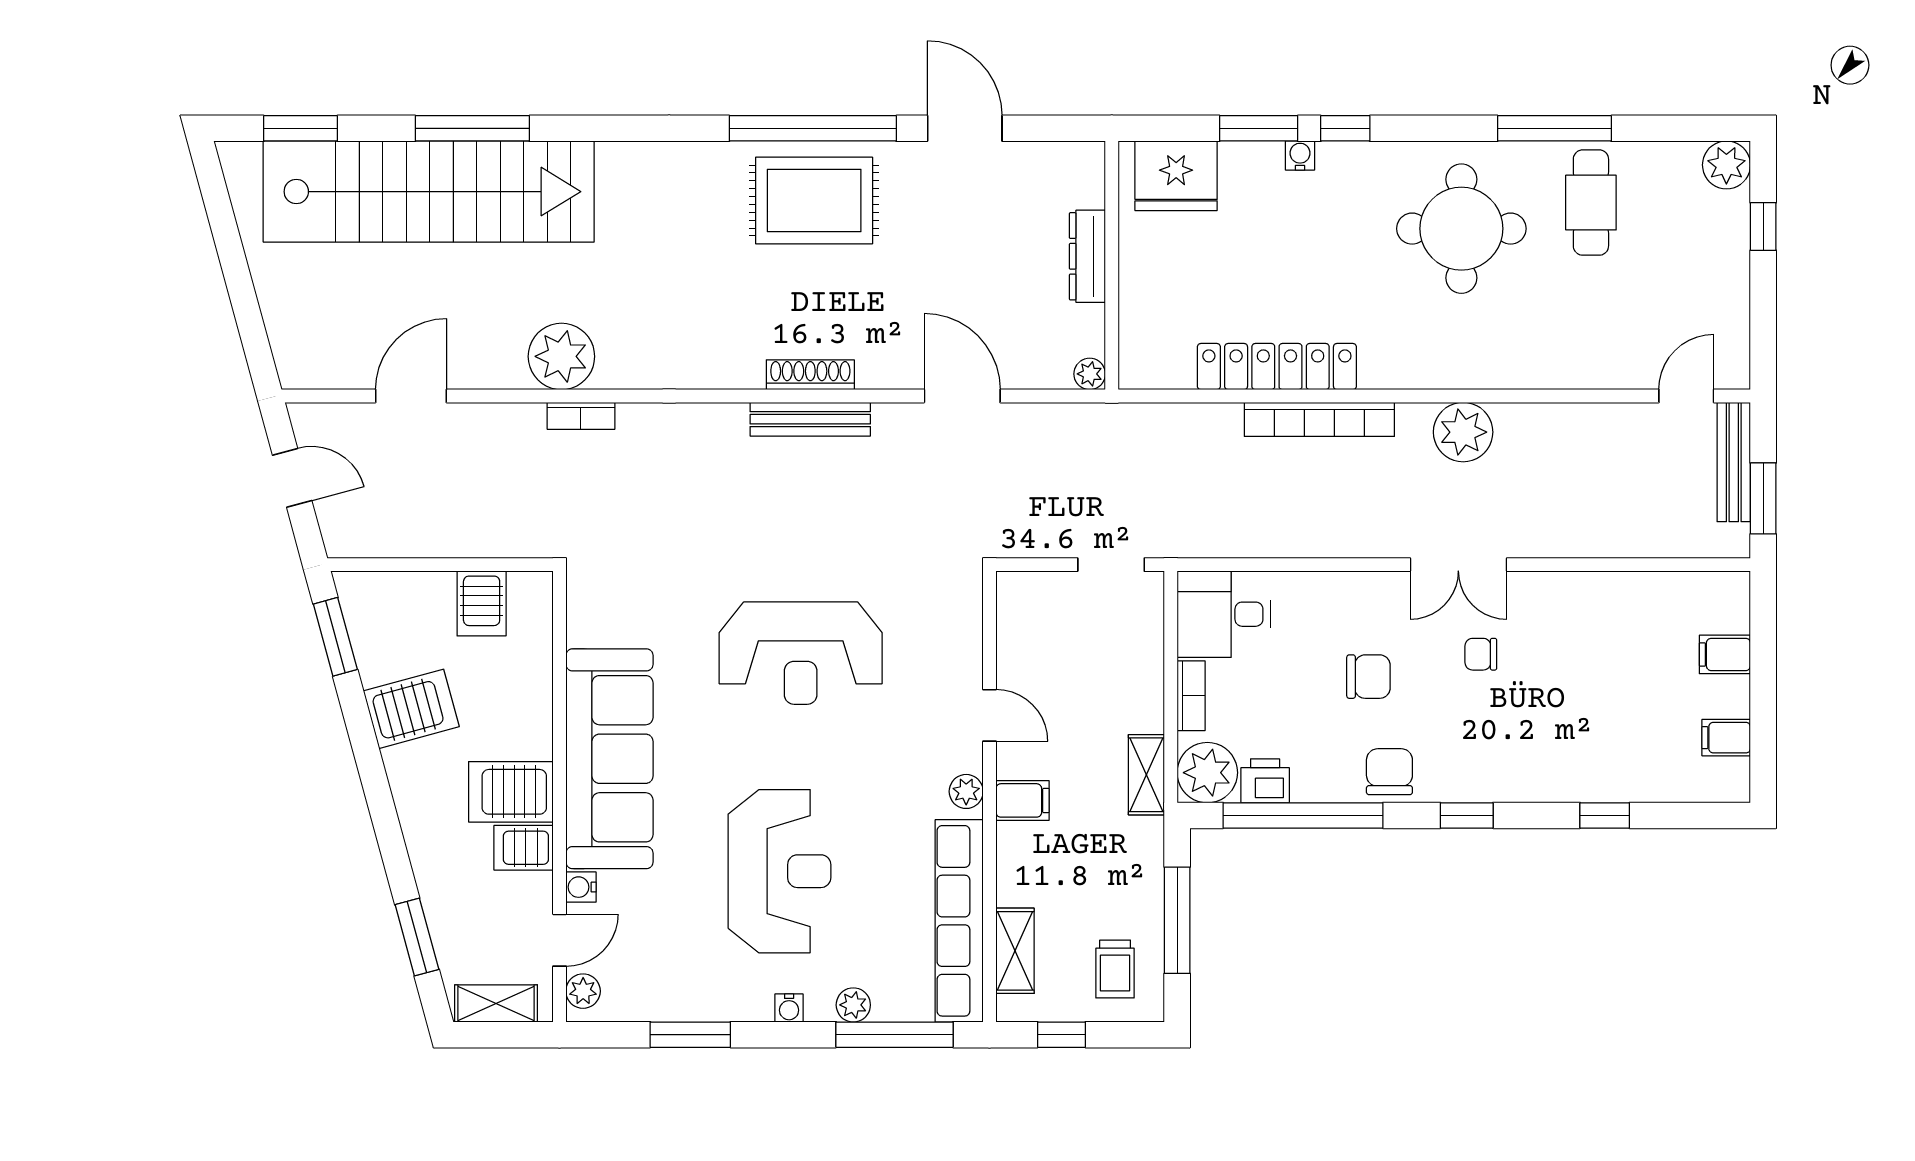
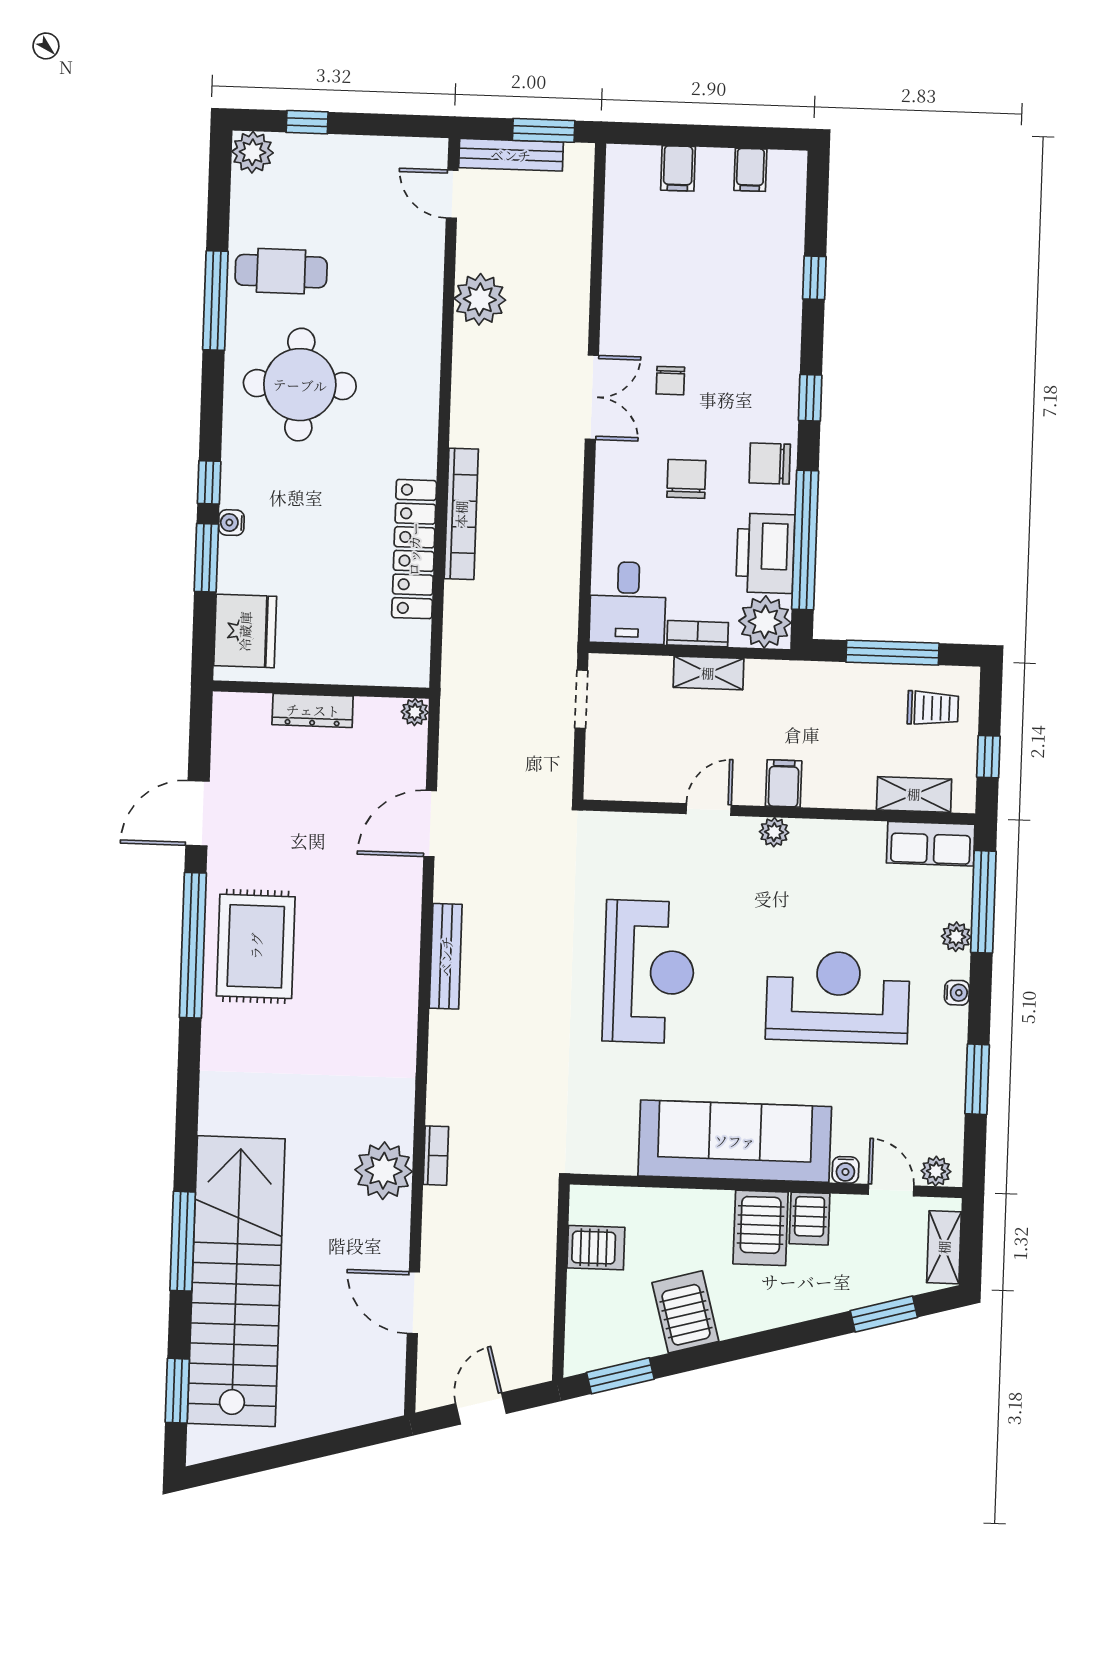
shoe rack: (810, 375) -> (407, 955), removed
plant: (1463, 432) -> (480, 299), moved
shelving: (1146, 775) -> (708, 673), moved
printer: (1265, 781) -> (765, 553), width x1.87, depth x1.48
row of seats: (959, 921) -> (931, 844), width x0.50

